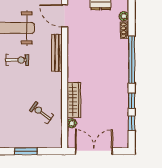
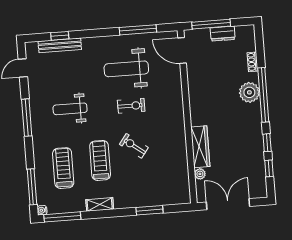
plant: (124, 16) -> (249, 92), moved, width x1.88, depth x1.88
bench: (57, 53) -> (177, 94), removed
exercise bike: (42, 113) -> (134, 146), moved

